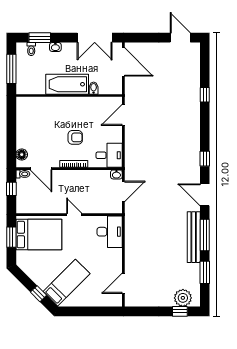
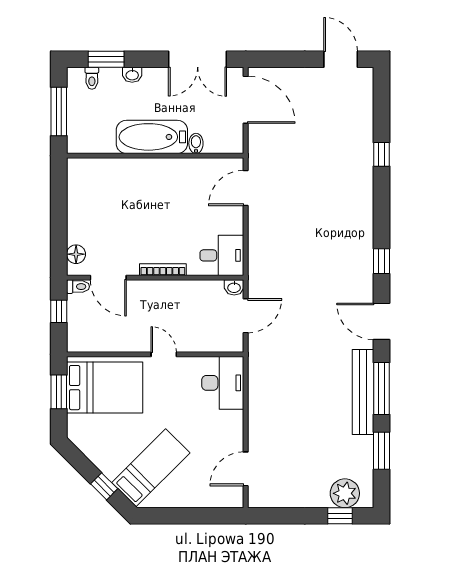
armchair: (75, 137) -> (165, 226), removed

